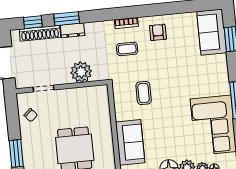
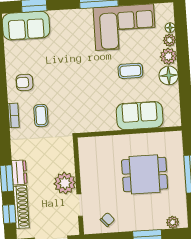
plant: (81, 72) -> (65, 183), moved
coffee table: (144, 93) -> (130, 71), moved

